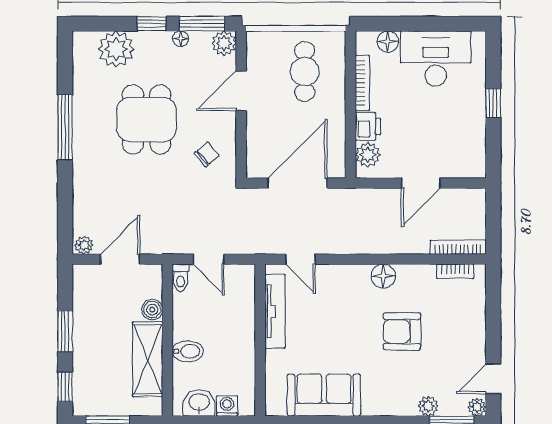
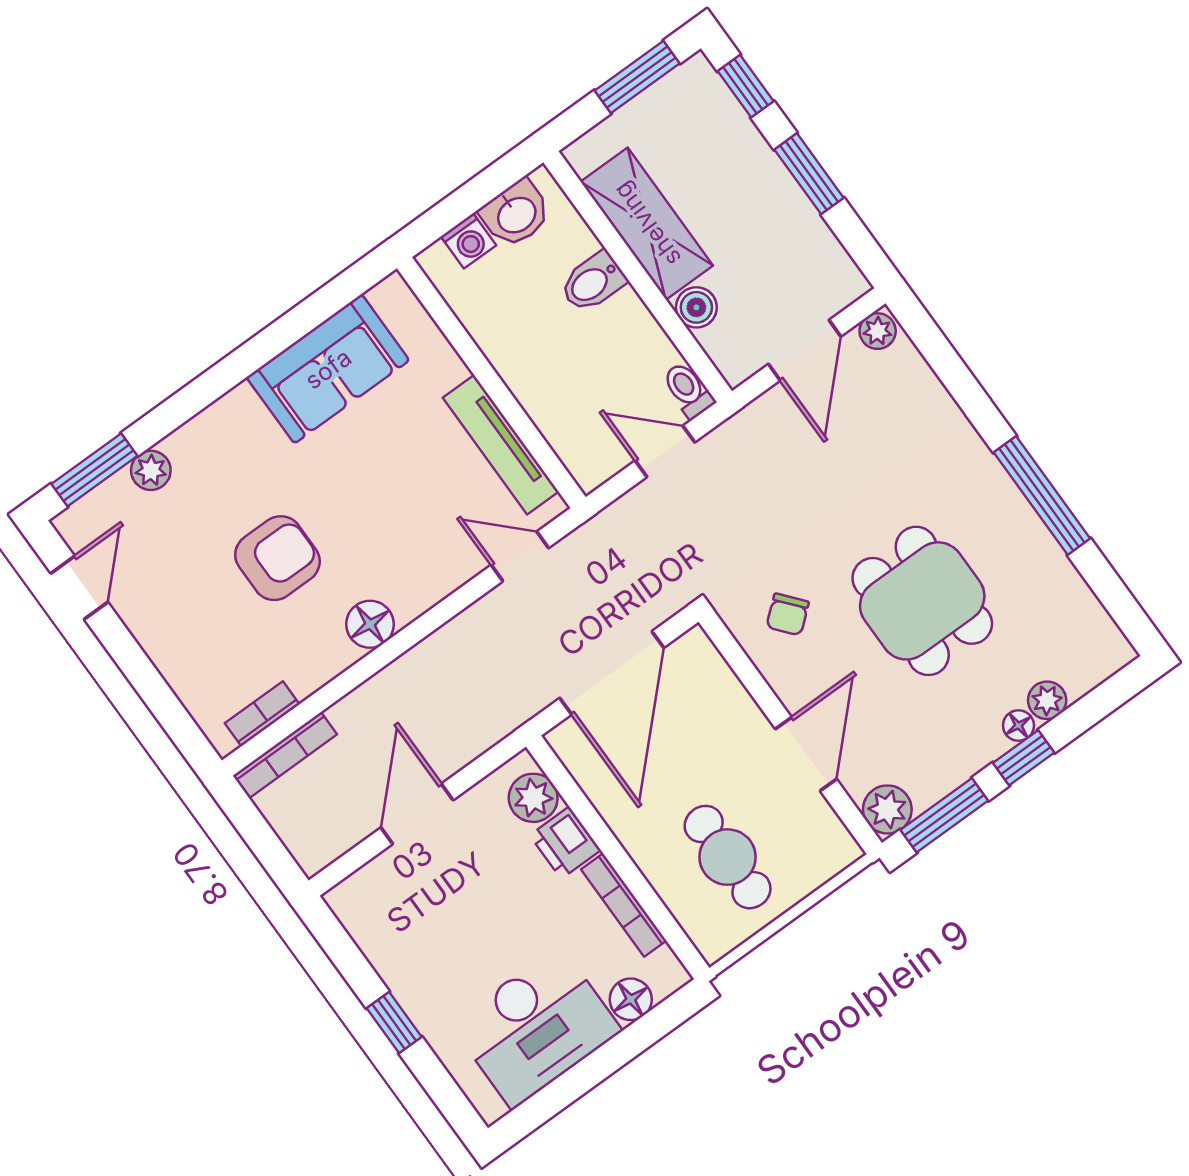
floor lamp: (181, 39) -> (1018, 725), moved
plant: (116, 49) -> (1047, 700), width x0.53, depth x0.53
plant: (477, 407) -> (73, 525), removed

